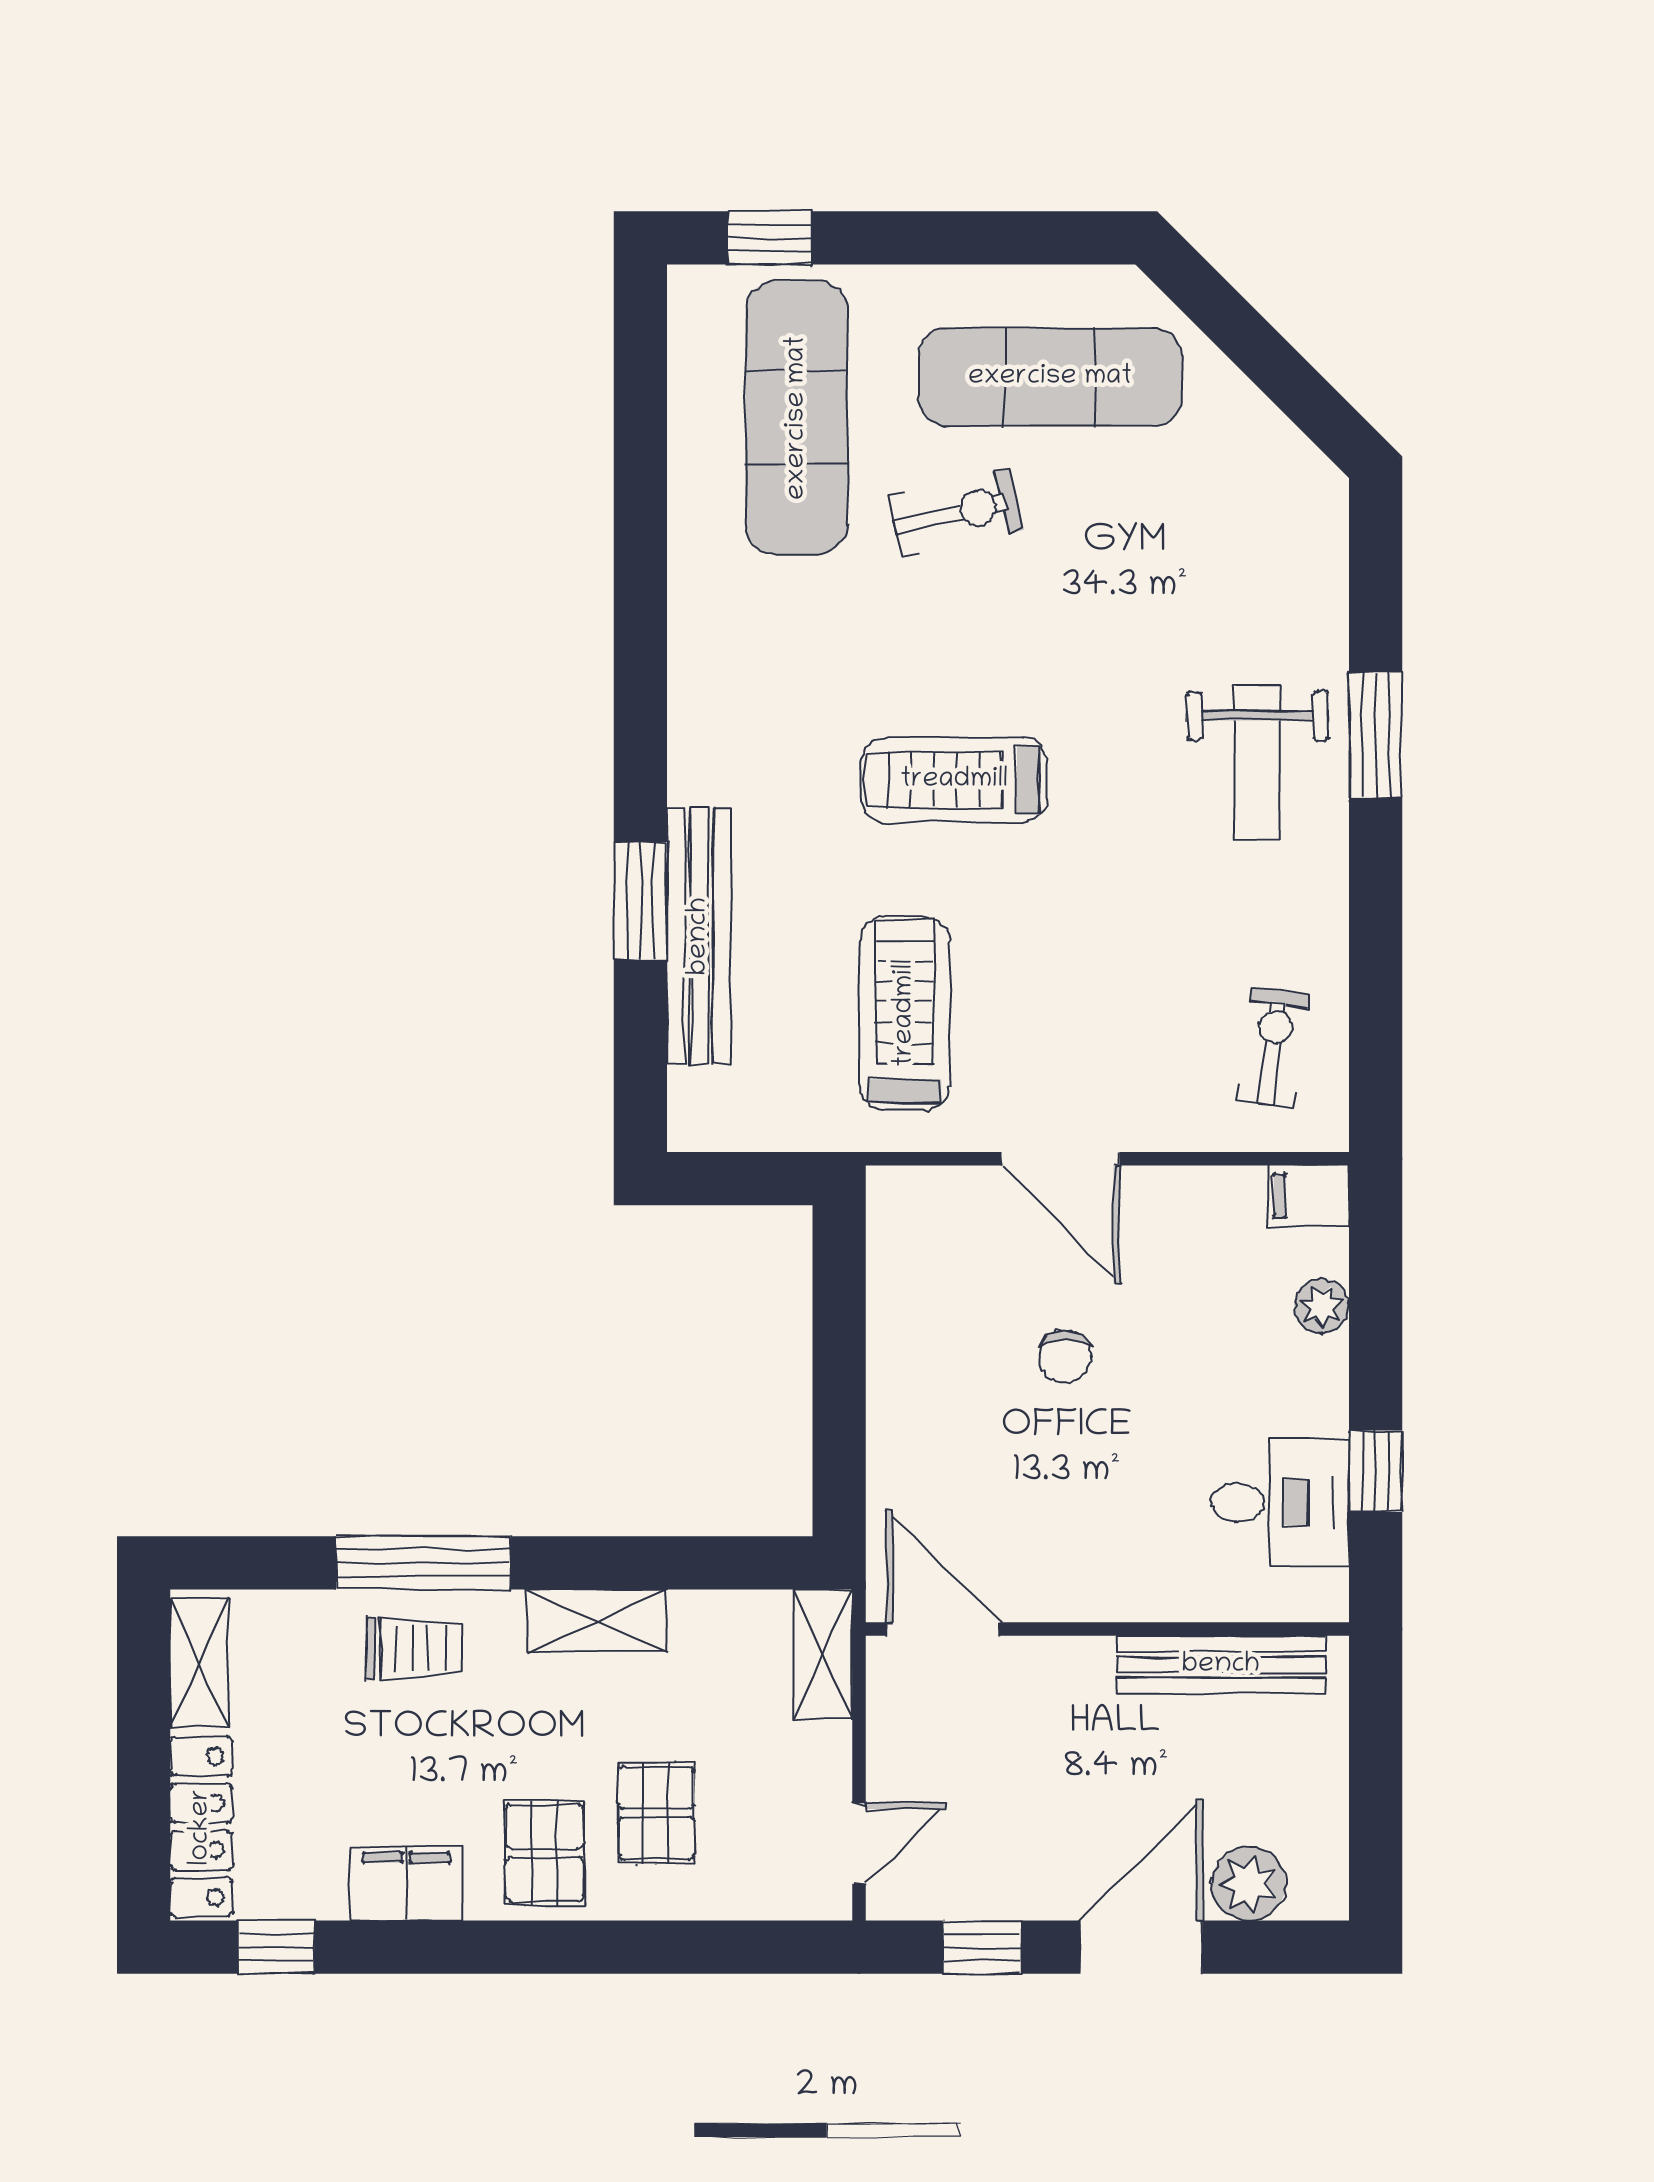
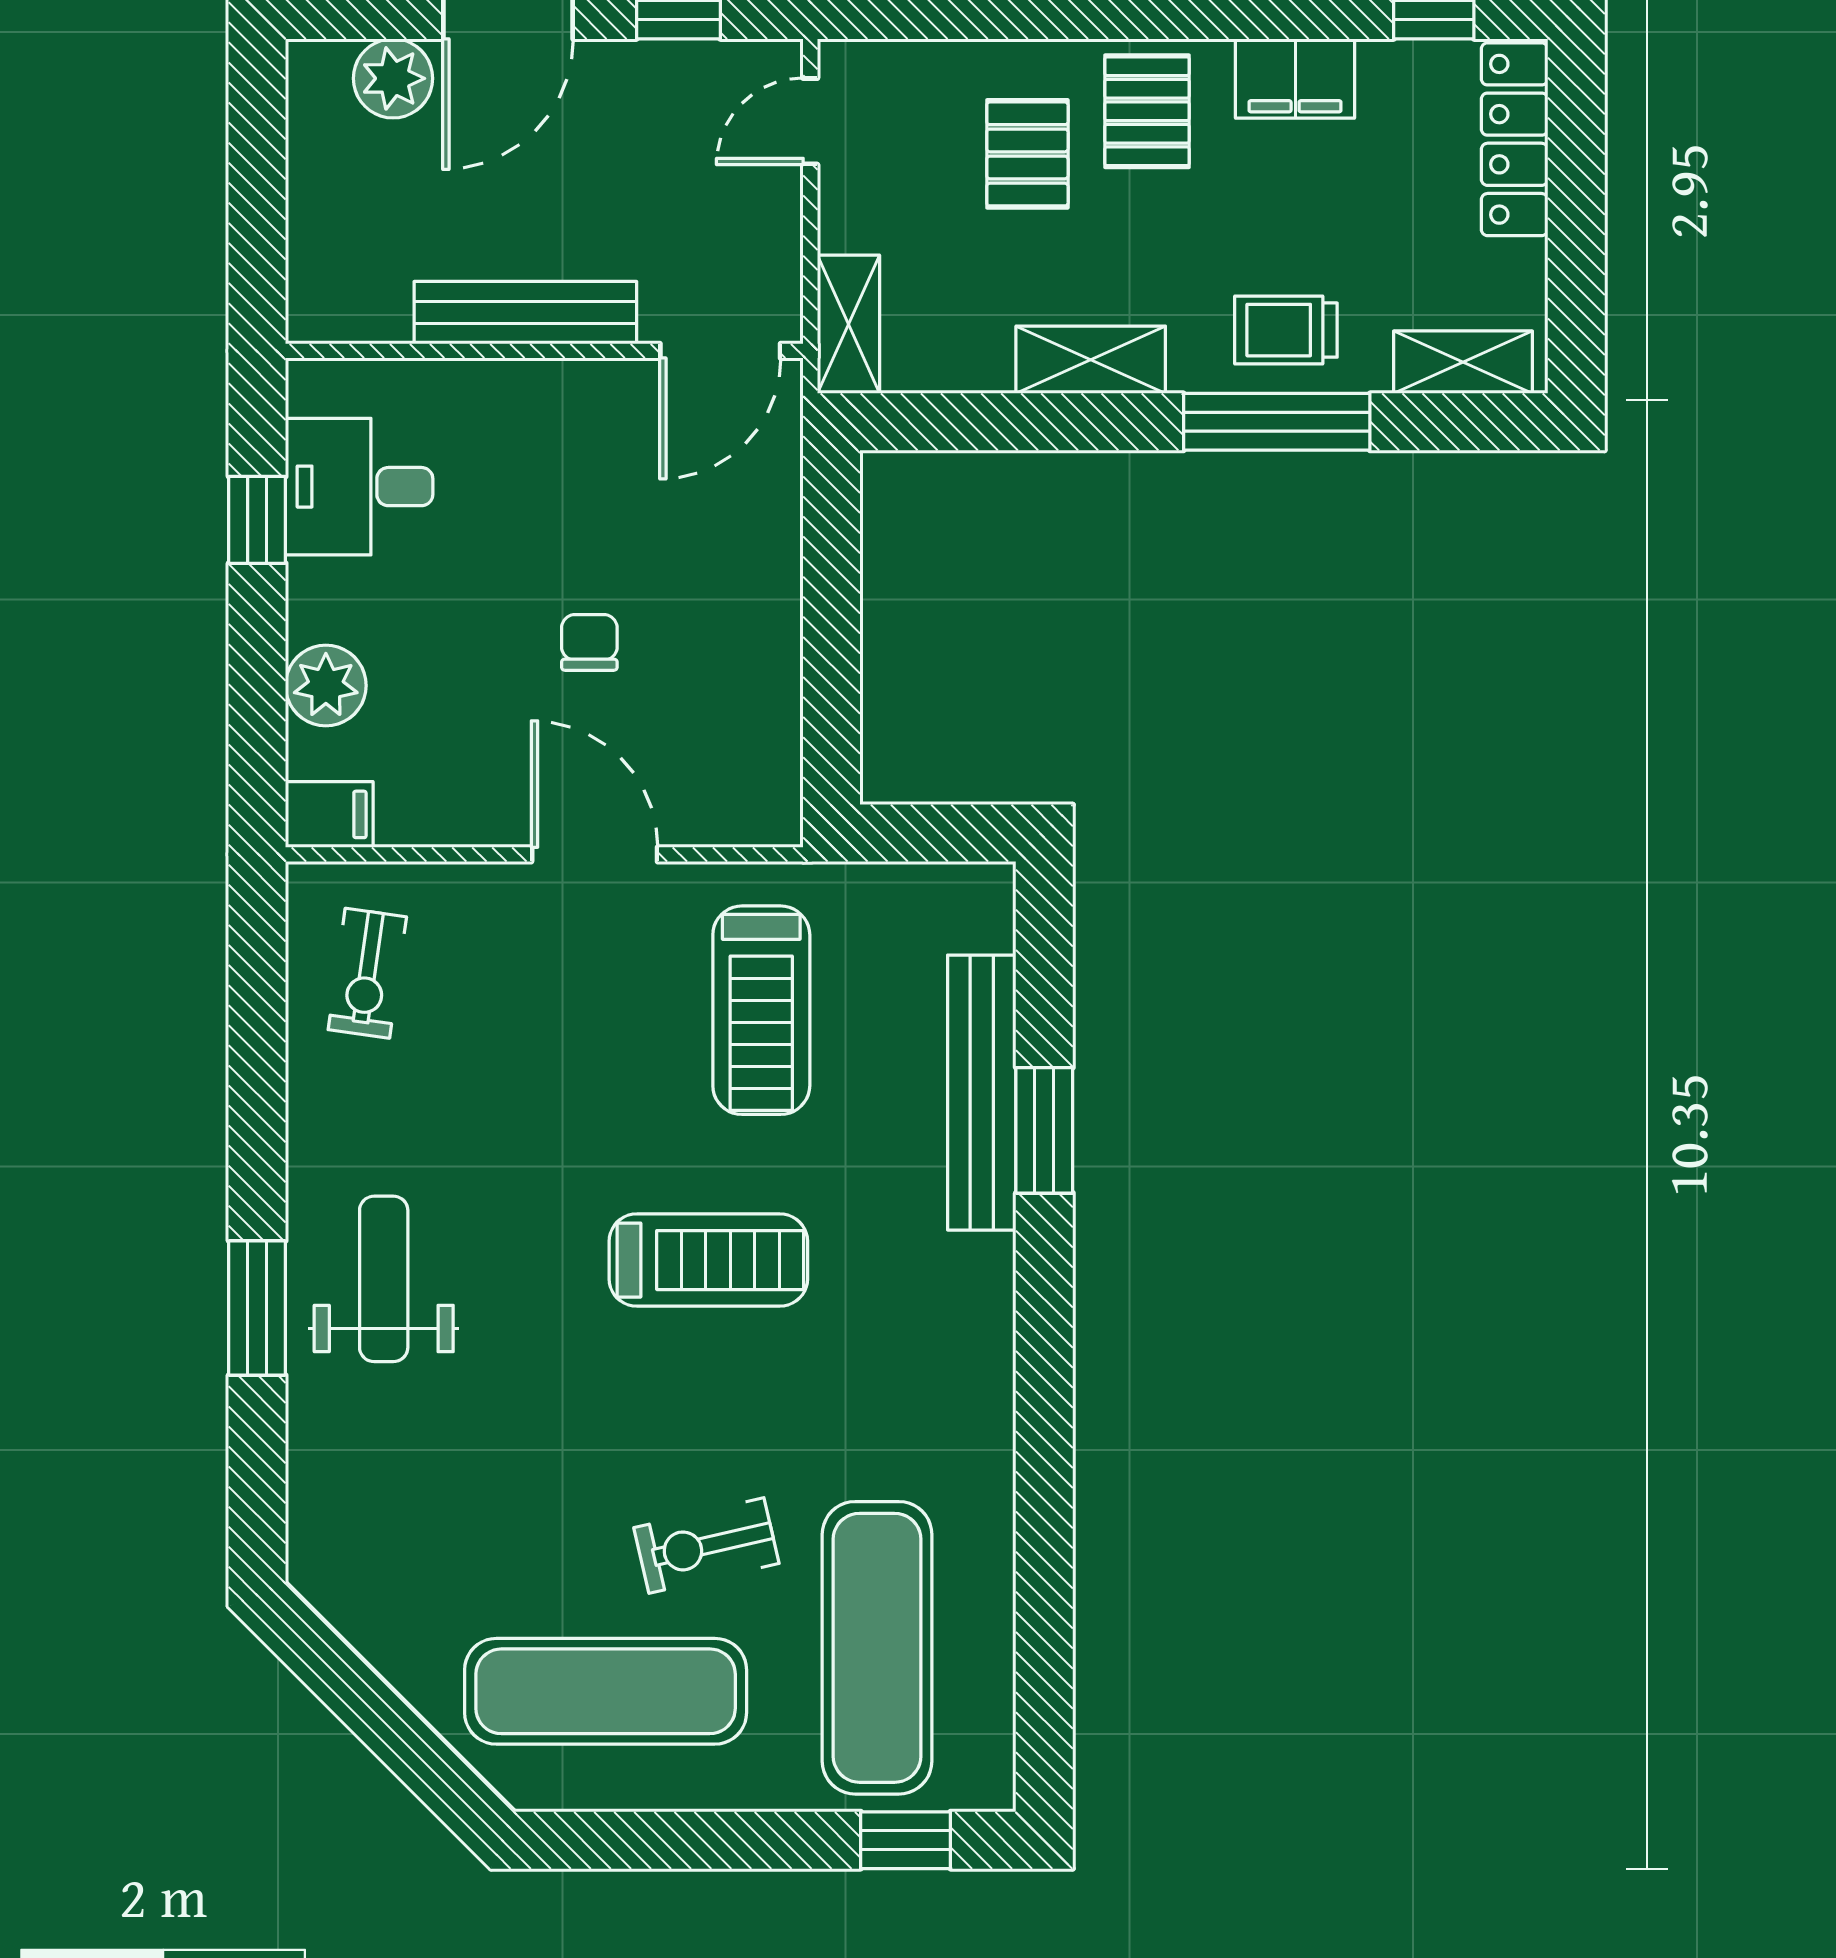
plant: (1322, 1306) -> (326, 686), width x1.38, depth x1.38
door: (943, 1629) -> (720, 351), hinge flipped
shelving: (199, 1663) -> (1463, 362), moved, turned 90
bench: (1221, 1665) -> (525, 313), moved

